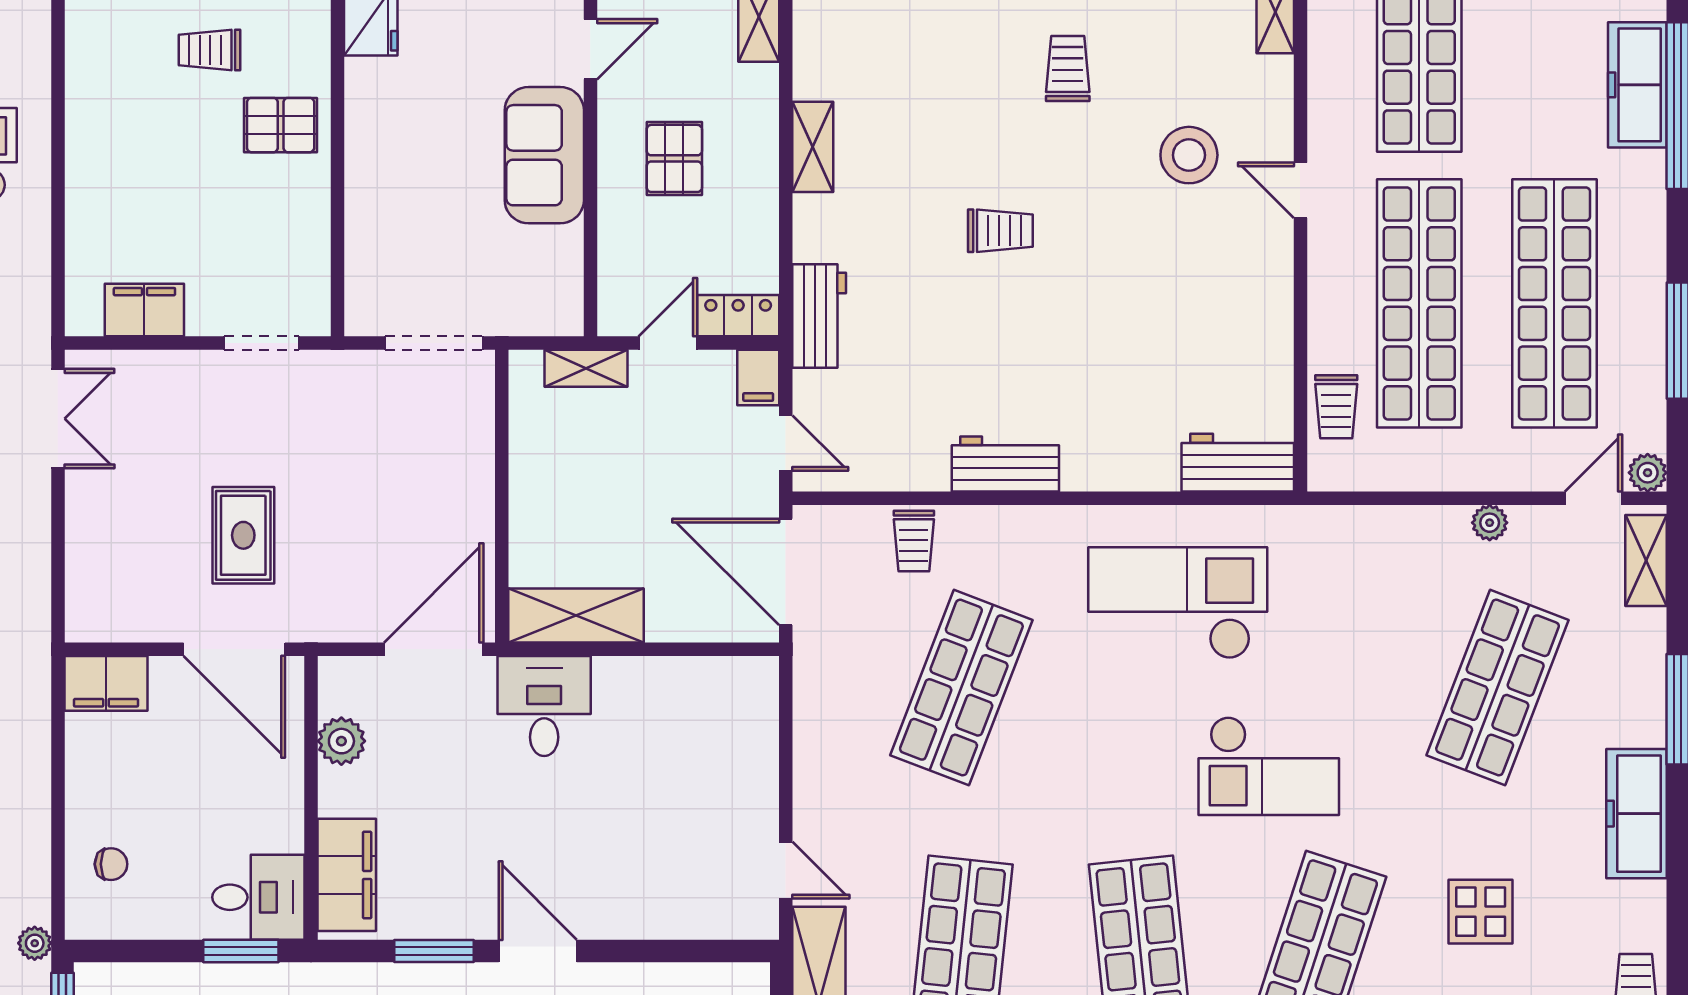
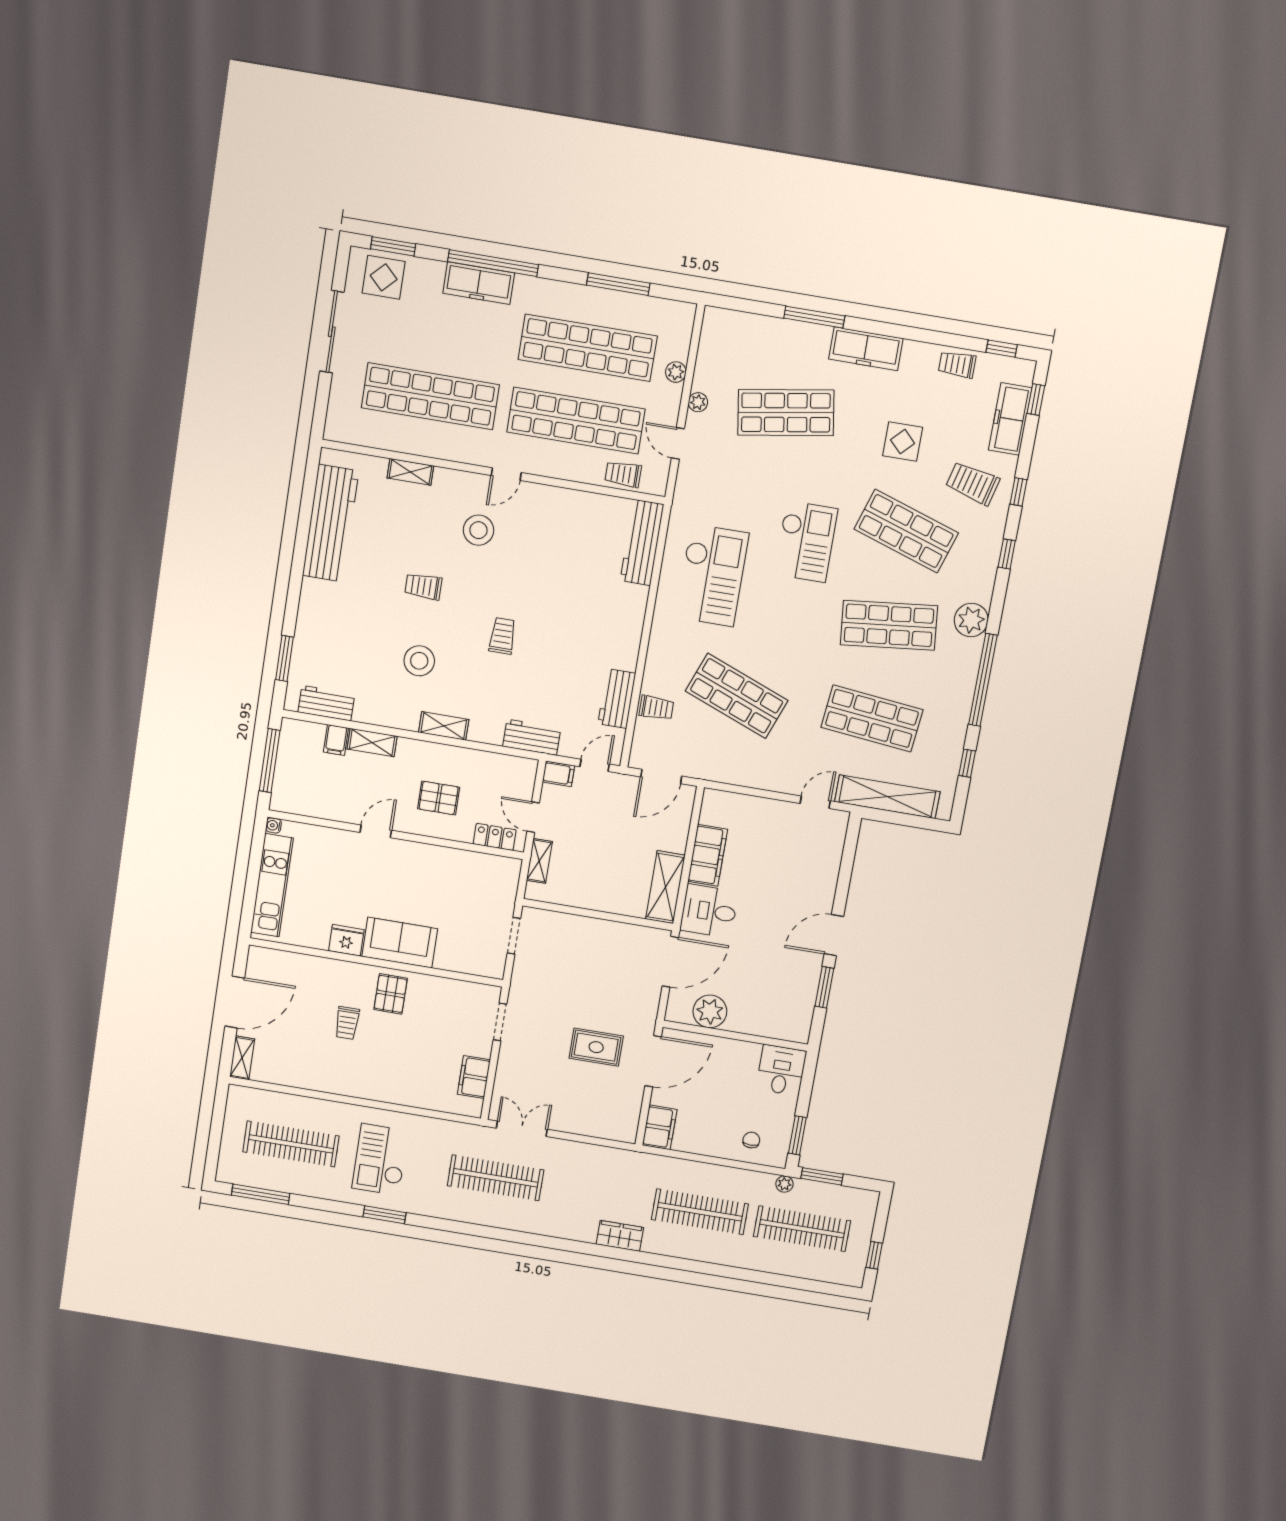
door: (590, 49) -> (376, 831), hinge flipped
stool: (928, 82) -> (419, 661), added
sofa: (544, 155) -> (400, 943), moved, turned 180
locker: (738, 316) -> (495, 837), moved, turned 90
doorway: (434, 343) -> (514, 936), width x0.73
trolley: (1336, 407) -> (623, 474), turned 180
workbench: (1238, 463) -> (642, 543), width x1.38
workbench: (1005, 464) -> (617, 699), moved
plant: (1648, 473) -> (676, 372), moved
door: (1594, 498) -> (678, 443), moved
shelving: (1646, 561) -> (732, 321), removed
door: (786, 572) -> (661, 776), width x0.73
checkout: (1178, 603) -> (712, 575), turned 180
door: (434, 649) -> (670, 962), swing flipped
shop shelf: (1498, 688) -> (786, 413), turned -30
plant: (341, 741) -> (710, 1011), width x1.36, depth x1.36
filing cabinet: (347, 875) -> (708, 855), moved, turned 90
window: (241, 951) -> (797, 1135), moved

